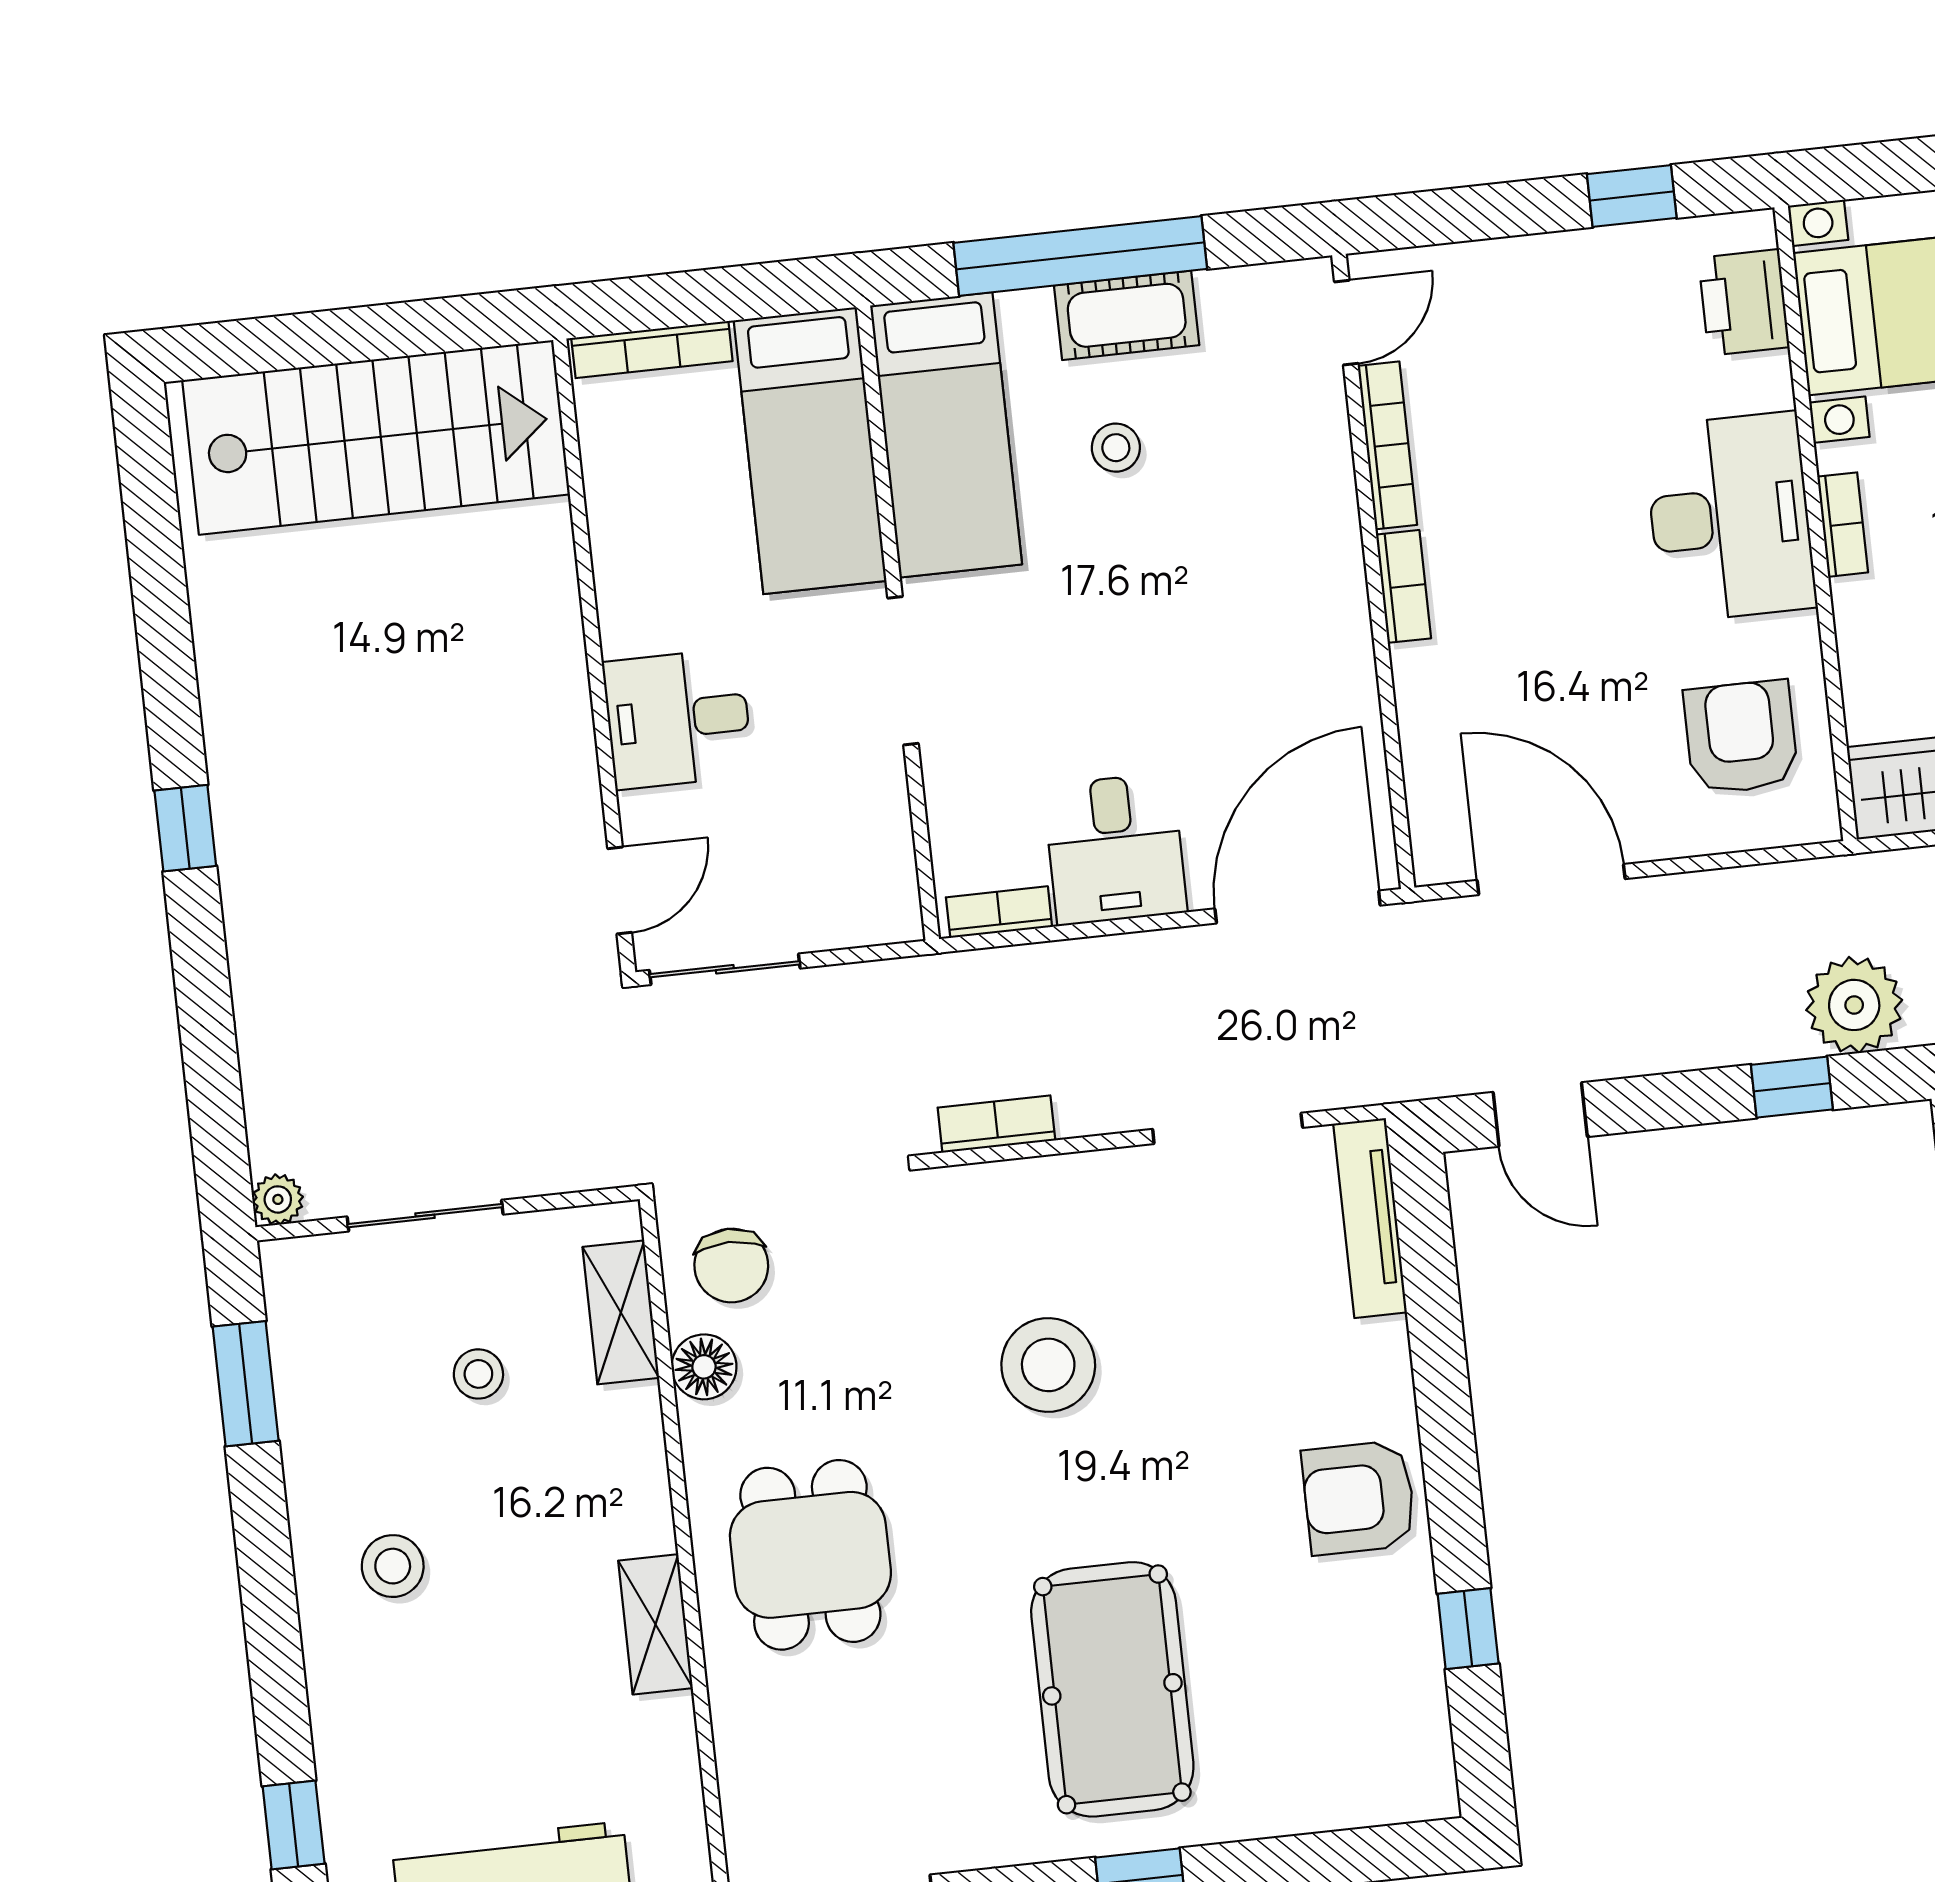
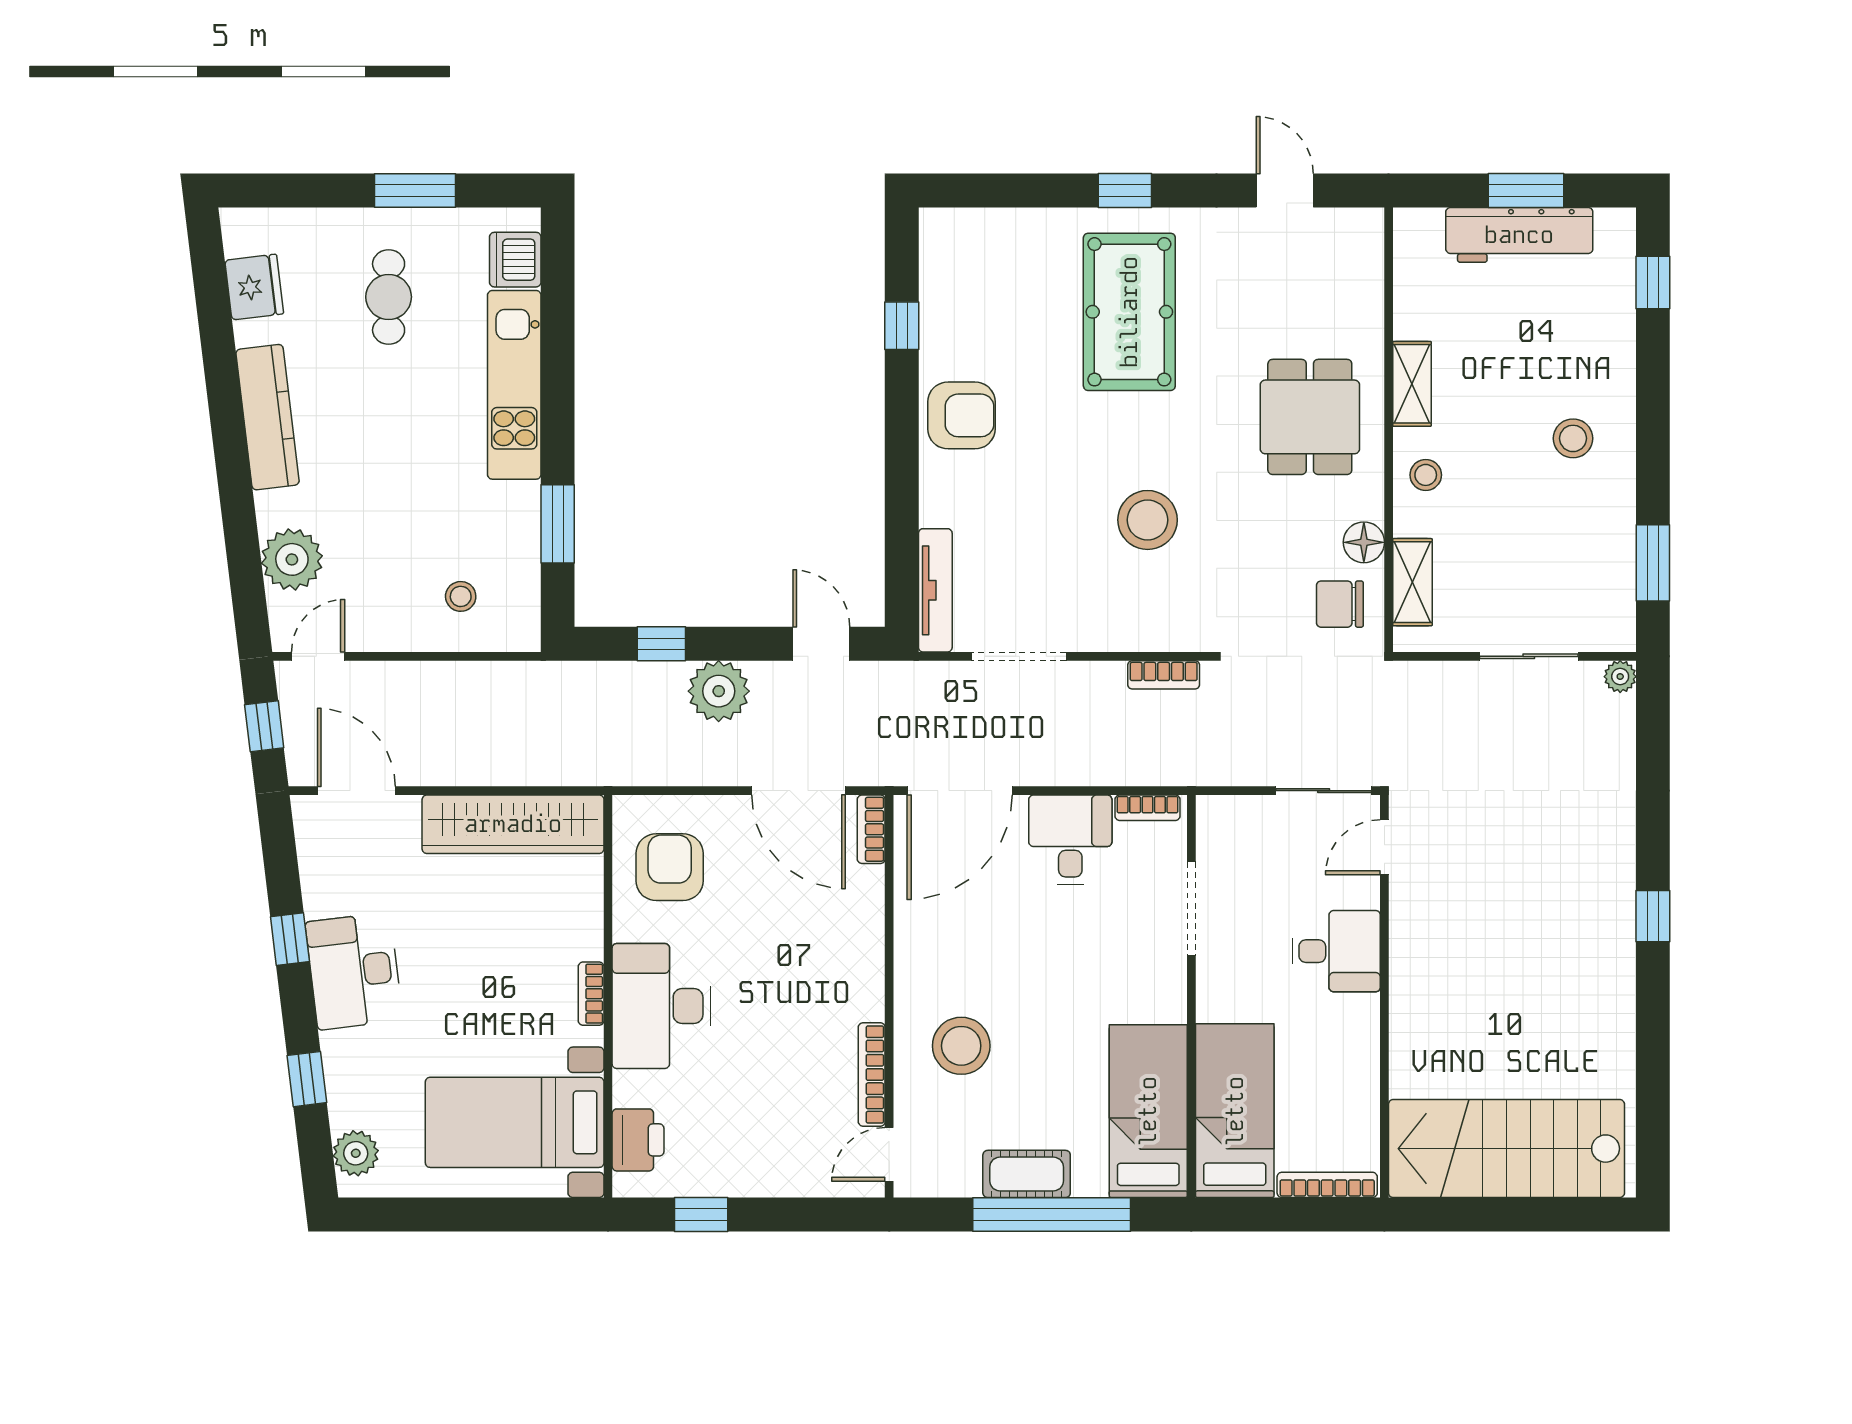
stool: (1116, 448) -> (961, 1046), moved, width x1.89, depth x1.89
bookcase: (1403, 586) -> (871, 829), moved
doorway: (903, 671) -> (1191, 909), moved
armchair: (1741, 737) -> (670, 867), turned 180
plant: (1854, 1005) -> (719, 691), moved
chair: (731, 1265) -> (1340, 604), turned -90
stool: (478, 1374) -> (1426, 475), moved

